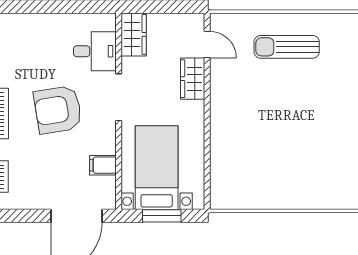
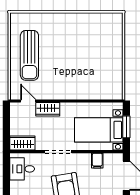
door: (207, 45) -> (28, 101), hinge flipped
sun lounger: (287, 47) -> (29, 55), width x1.36, depth x1.34
desk: (95, 51) -> (22, 169), moved, turned -90

